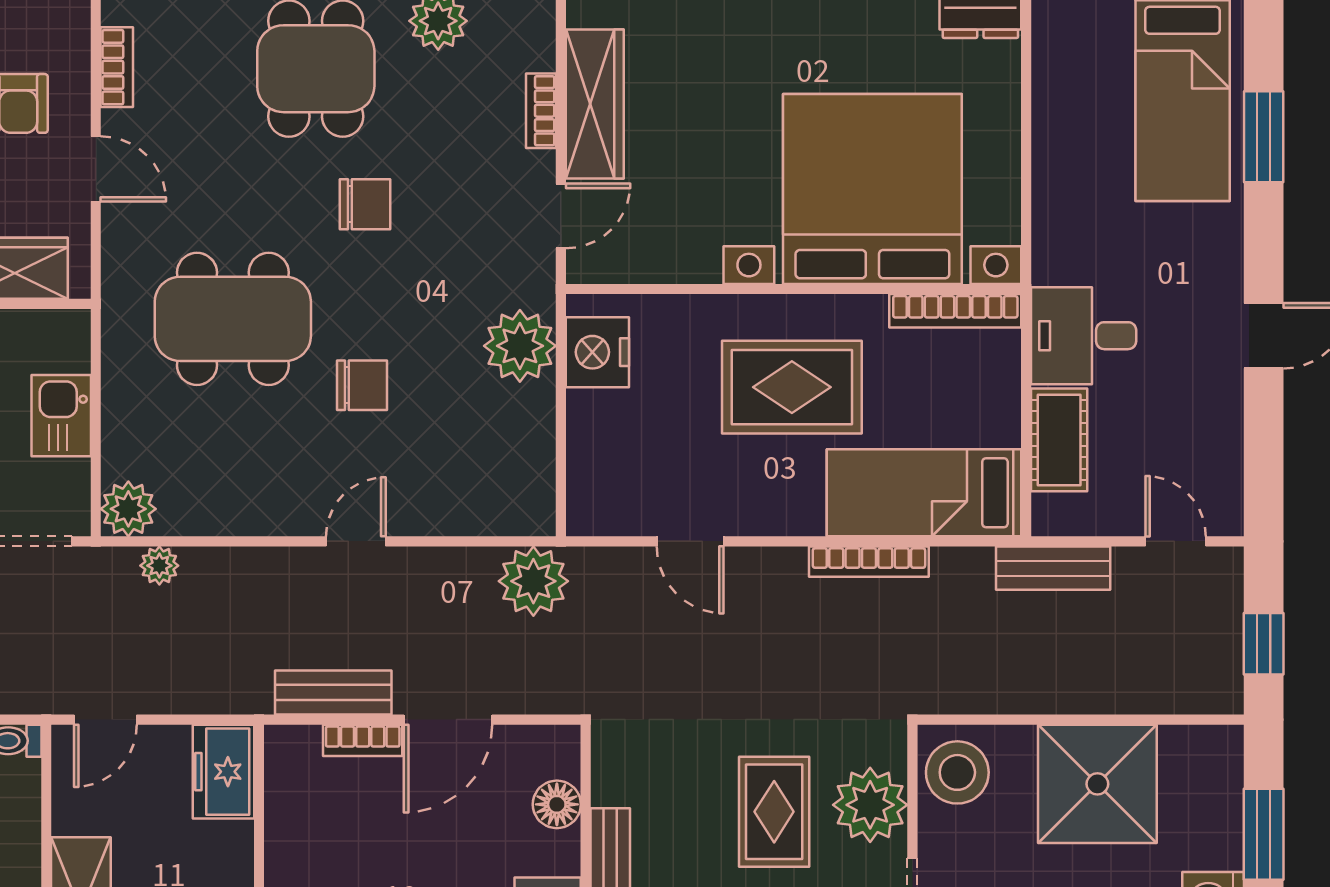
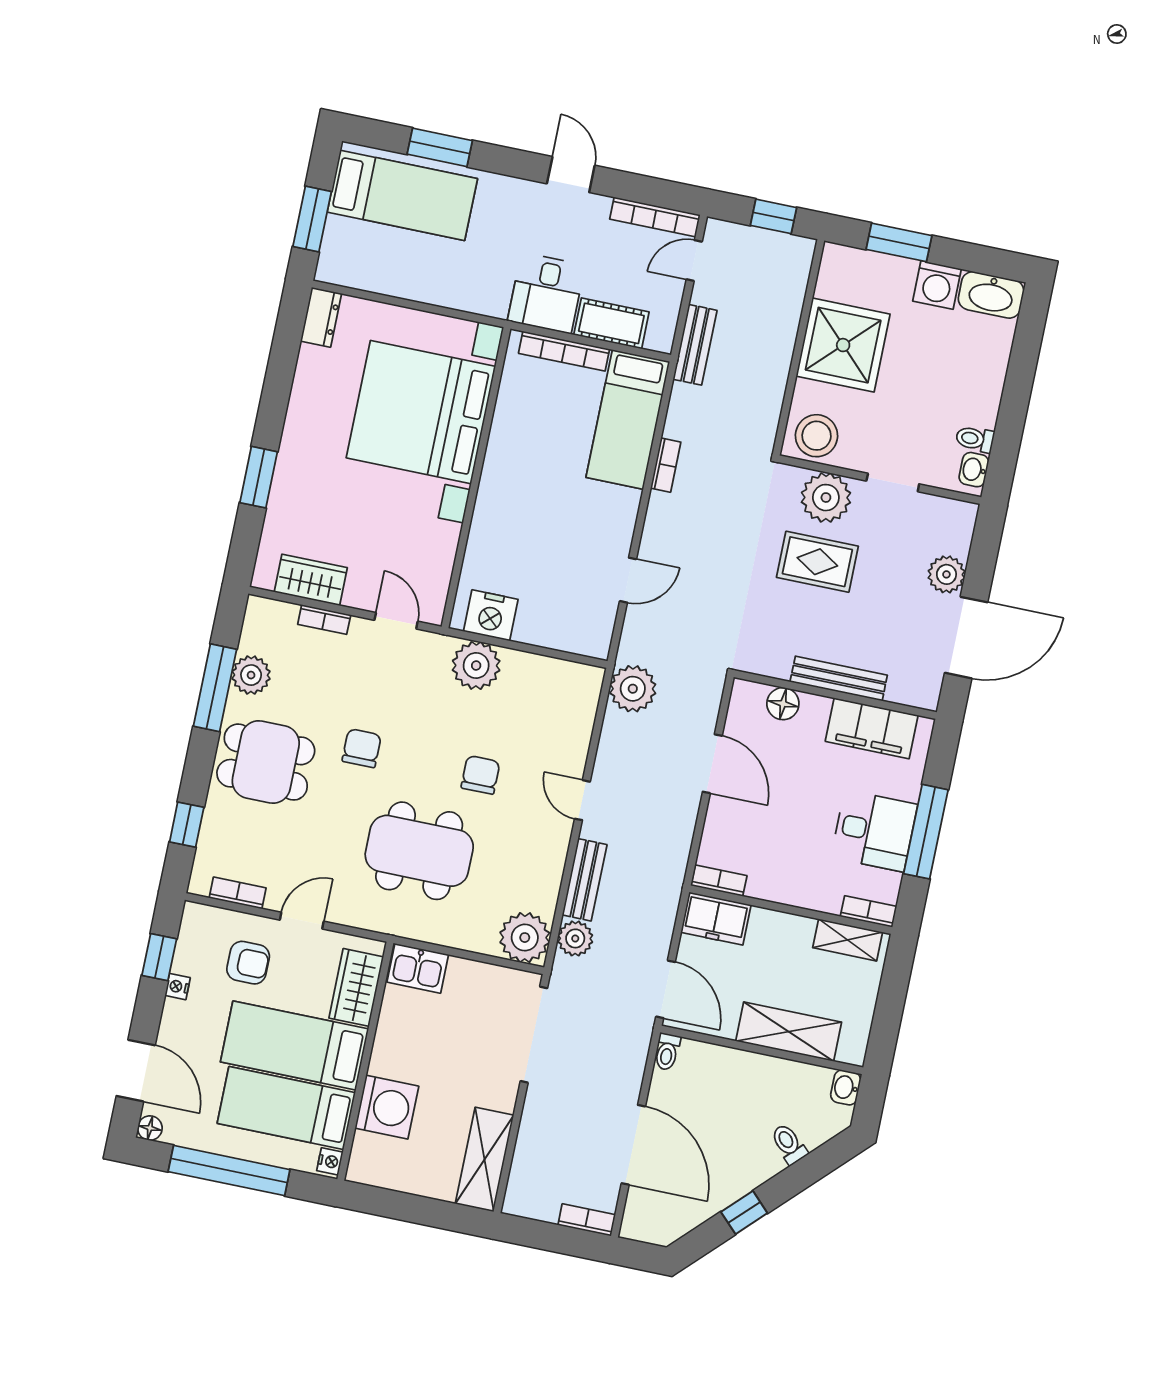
wardrobe: (595, 104) -> (311, 580), width x0.67
bookcase: (955, 311) -> (564, 351), moved, turned 90
dining table: (233, 319) -> (419, 851), turned 90
rug: (792, 387) -> (540, 492), removed
kitchen sink: (61, 416) -> (418, 968), moved
bookcase: (1227, 471) -> (655, 217), added
plant: (128, 509) -> (525, 938), width x1.36, depth x1.36
bookcase: (869, 562) -> (666, 465), width x0.64
plant: (159, 566) -> (575, 938), width x1.38, depth x1.38
bench: (333, 692) -> (585, 880), moved
door: (105, 720) -> (666, 989), width x1.38
bookcase: (363, 740) -> (719, 881), moved, turned -90

